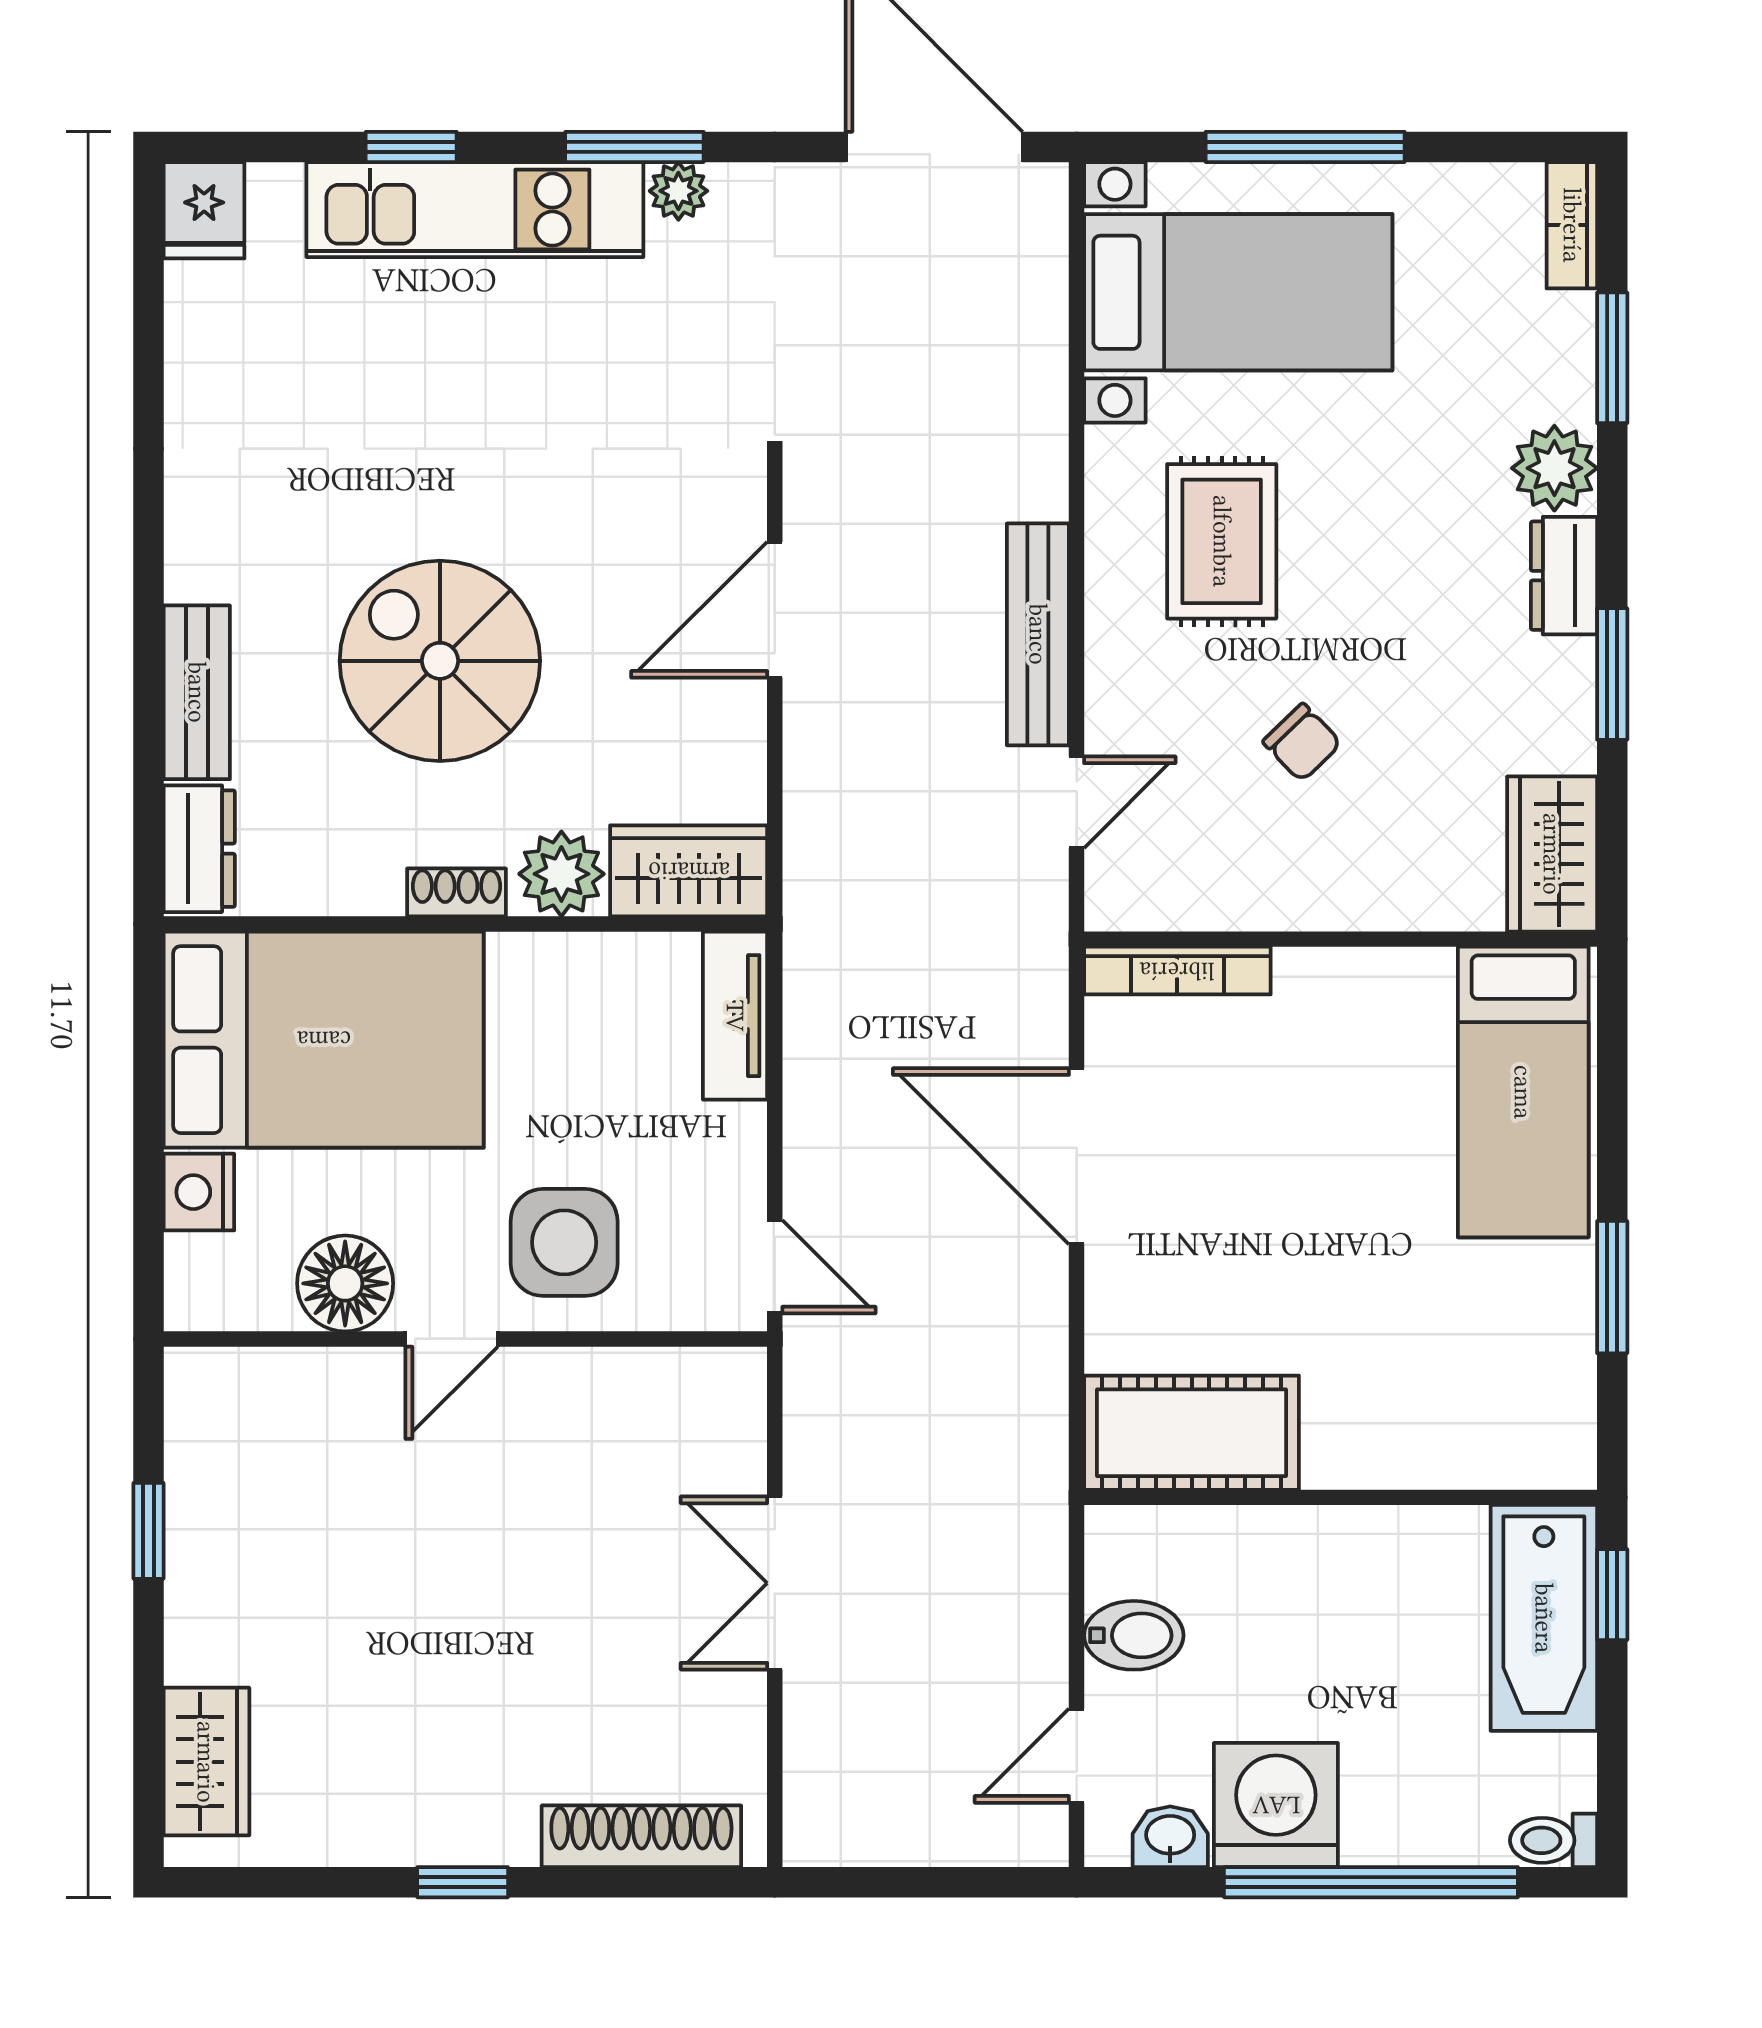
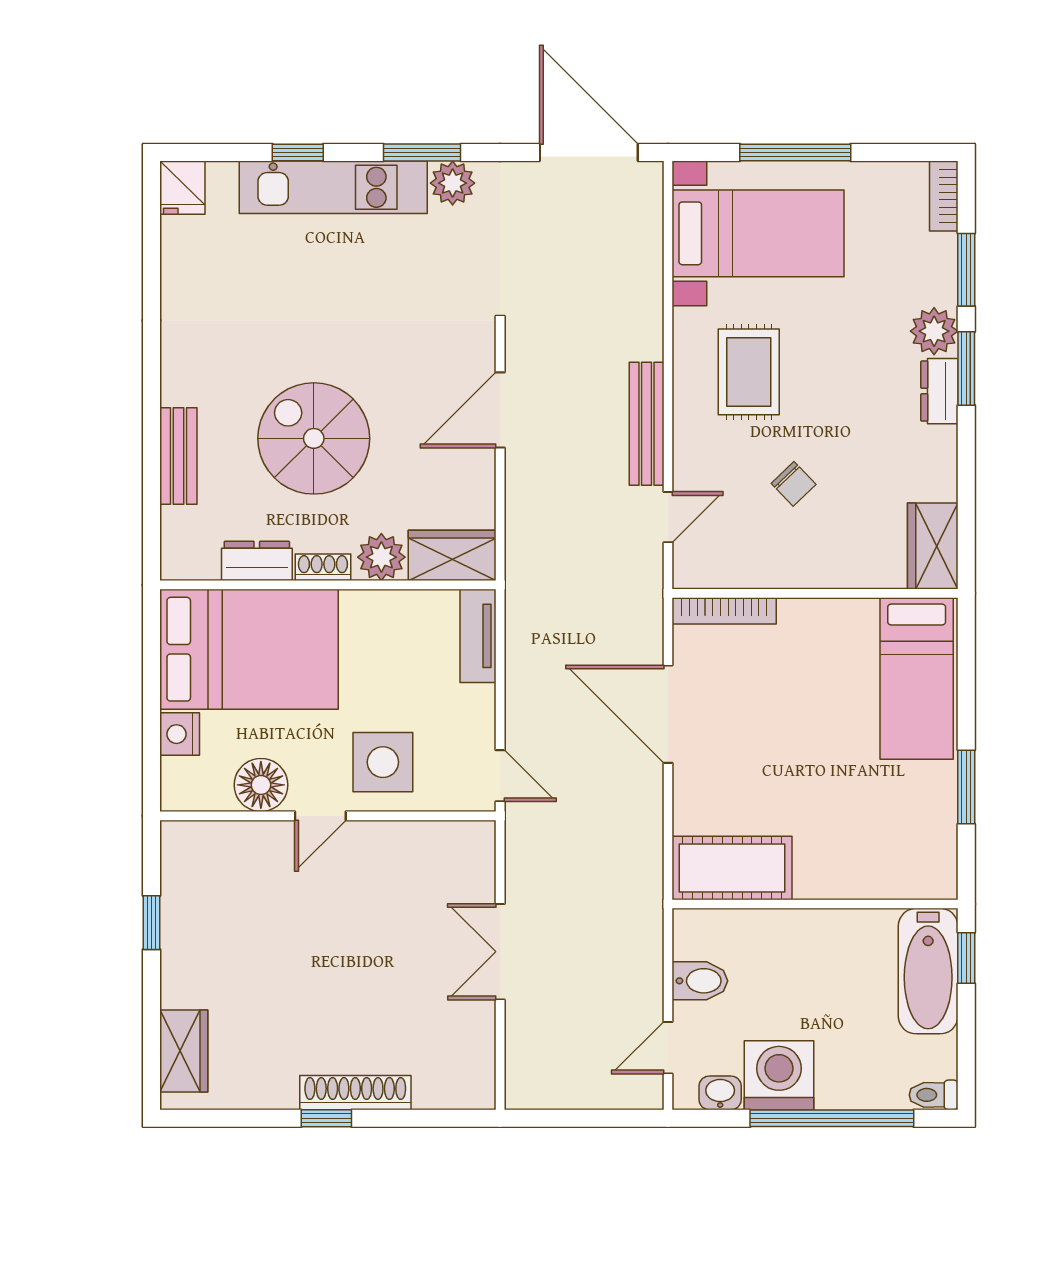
plant: (678, 191) -> (453, 183), width x1.38, depth x1.38
window: (1612, 674) -> (966, 369), moved
dresser: (199, 849) -> (257, 561), moved, turned -90
shoe rack: (641, 1836) -> (355, 1093), moved

